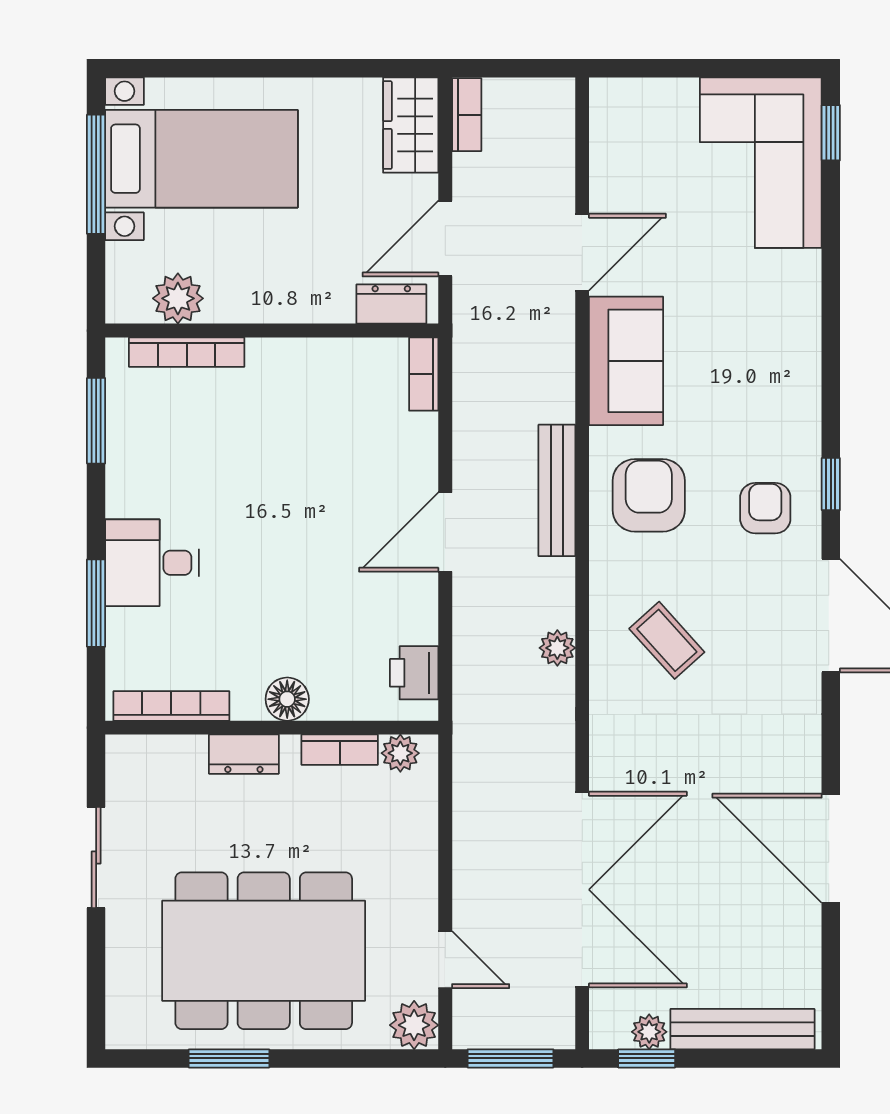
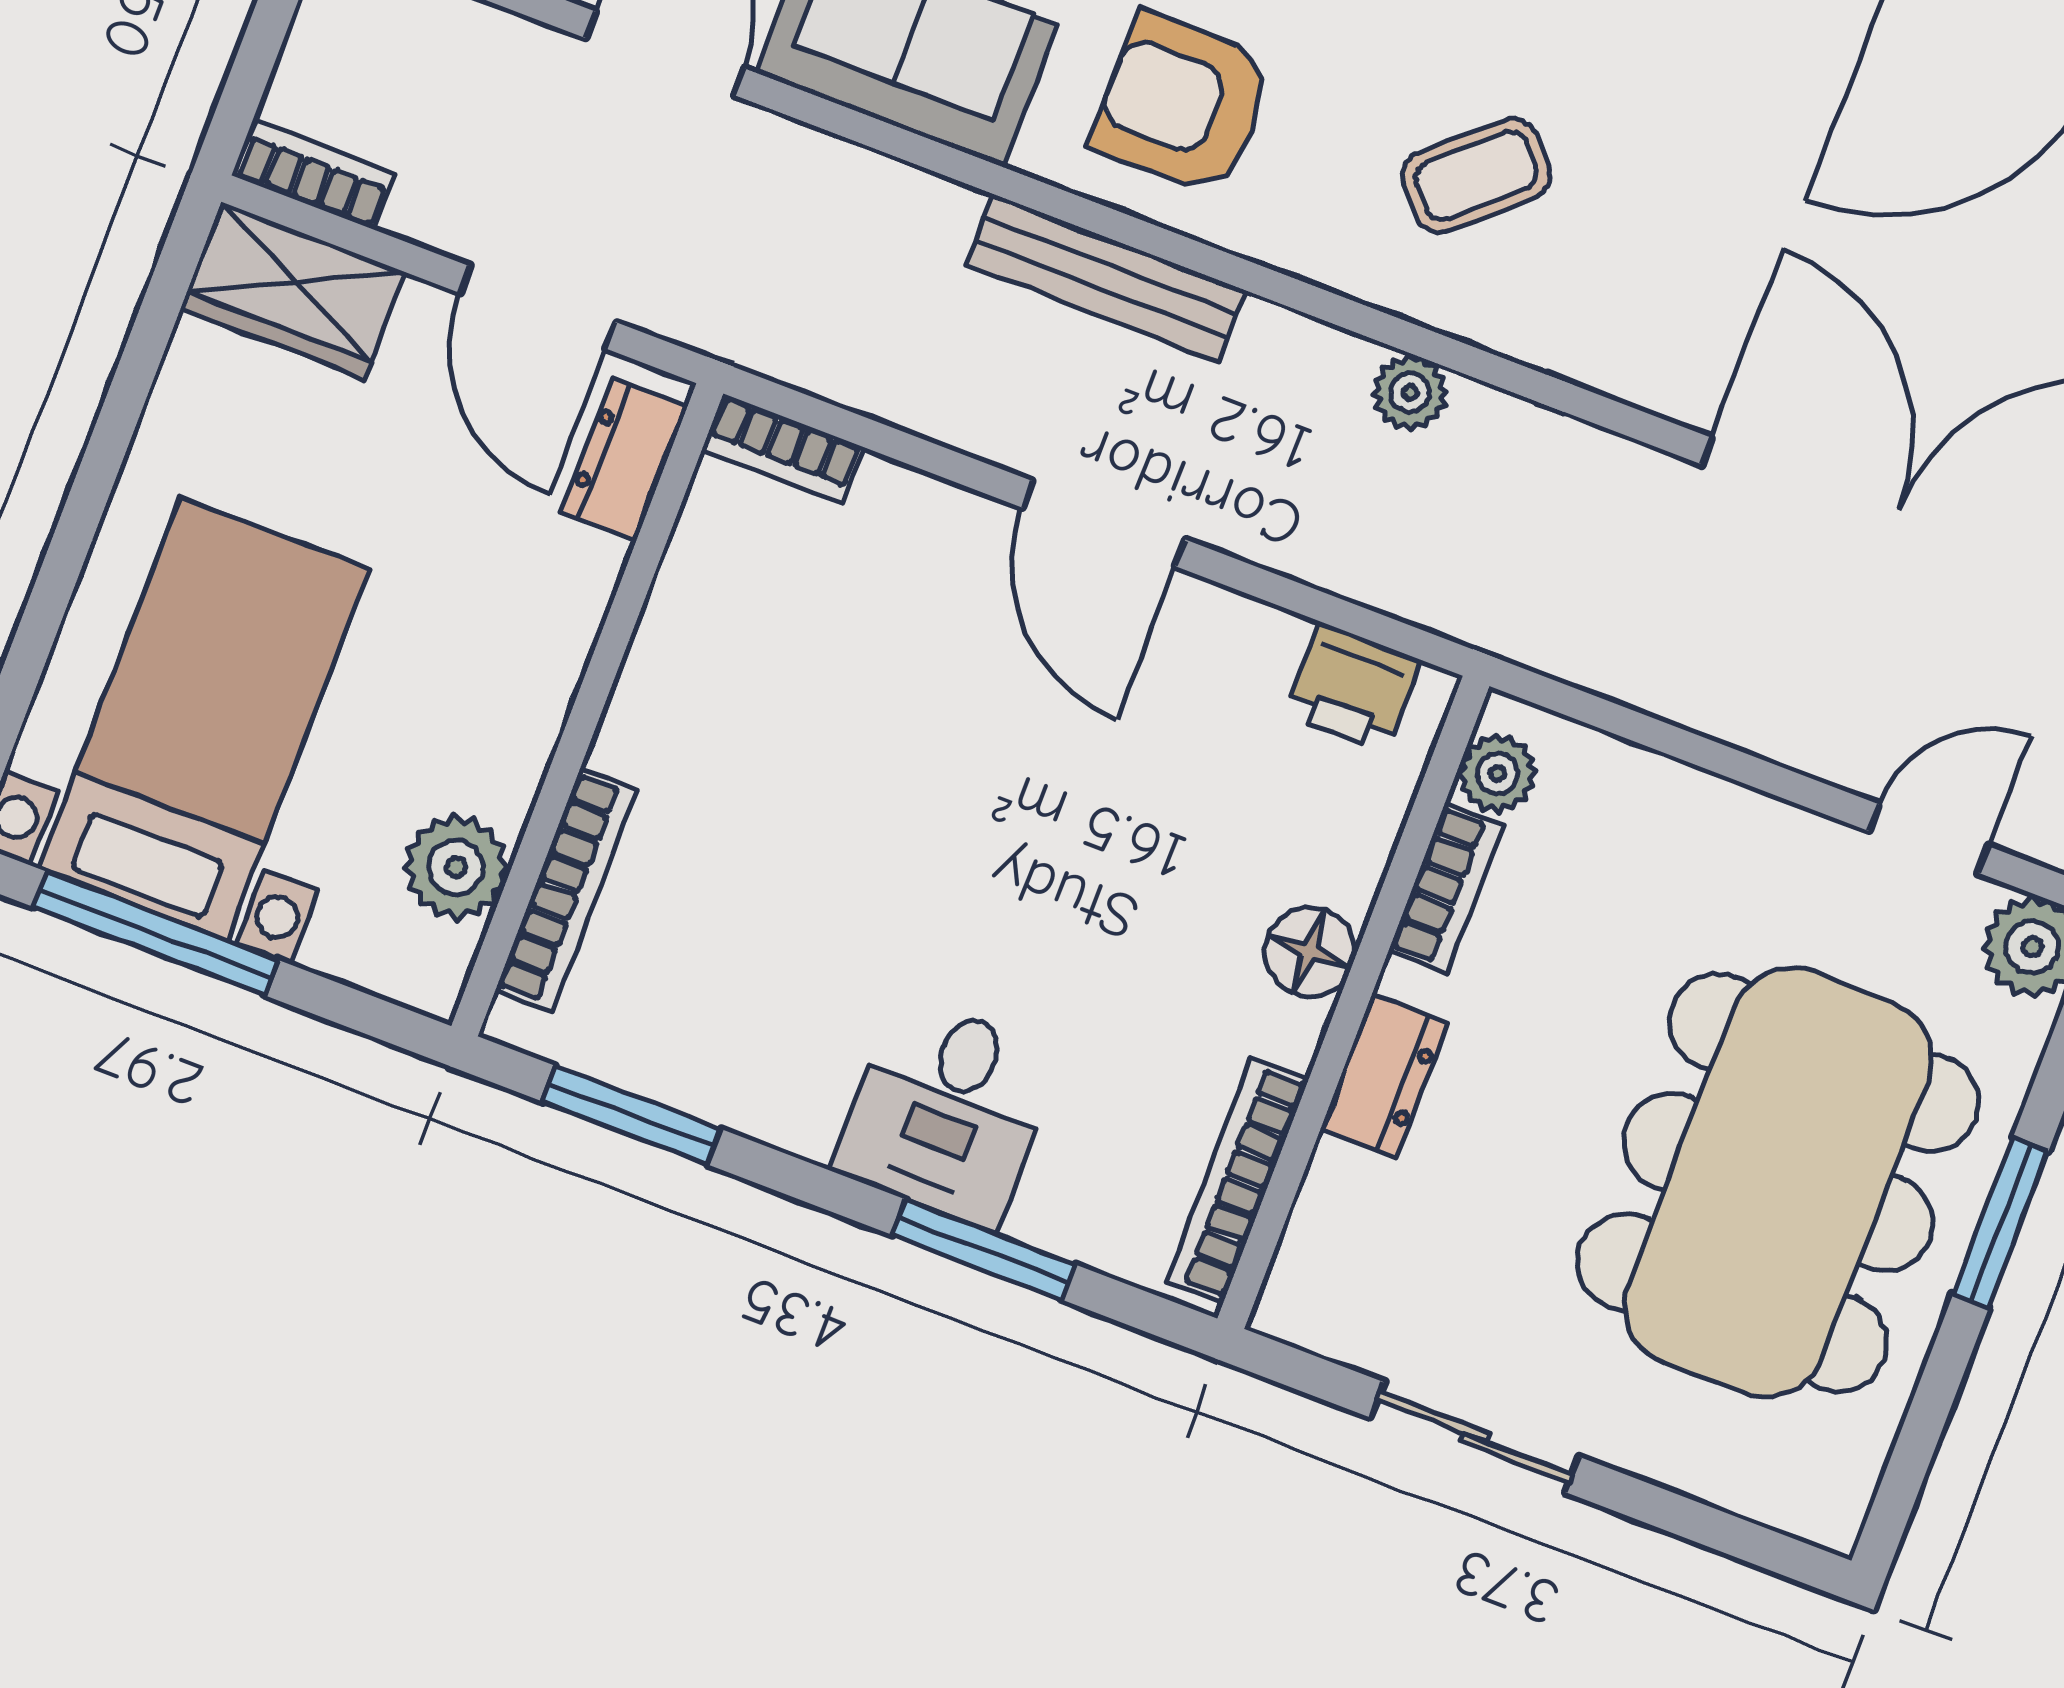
window: (229, 1058) -> (2001, 1223), moved

